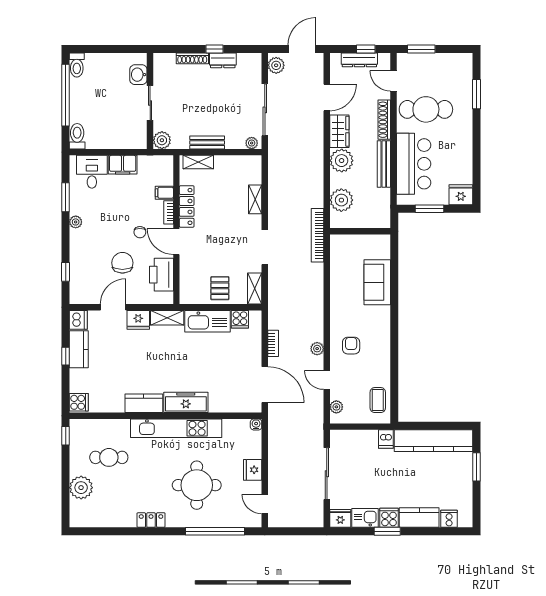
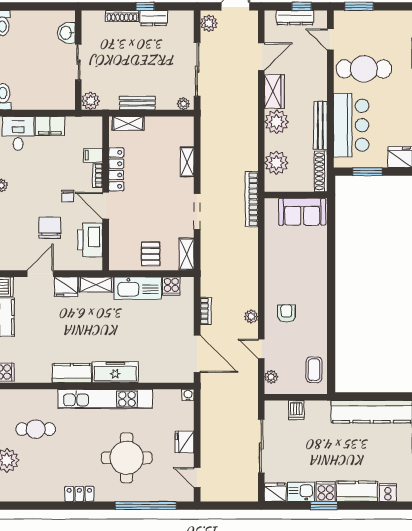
shoe rack: (384, 120) -> (321, 171), moved
sofa: (377, 282) -> (302, 212), moved, turned -90
dishwasher: (386, 439) -> (296, 410), moved

